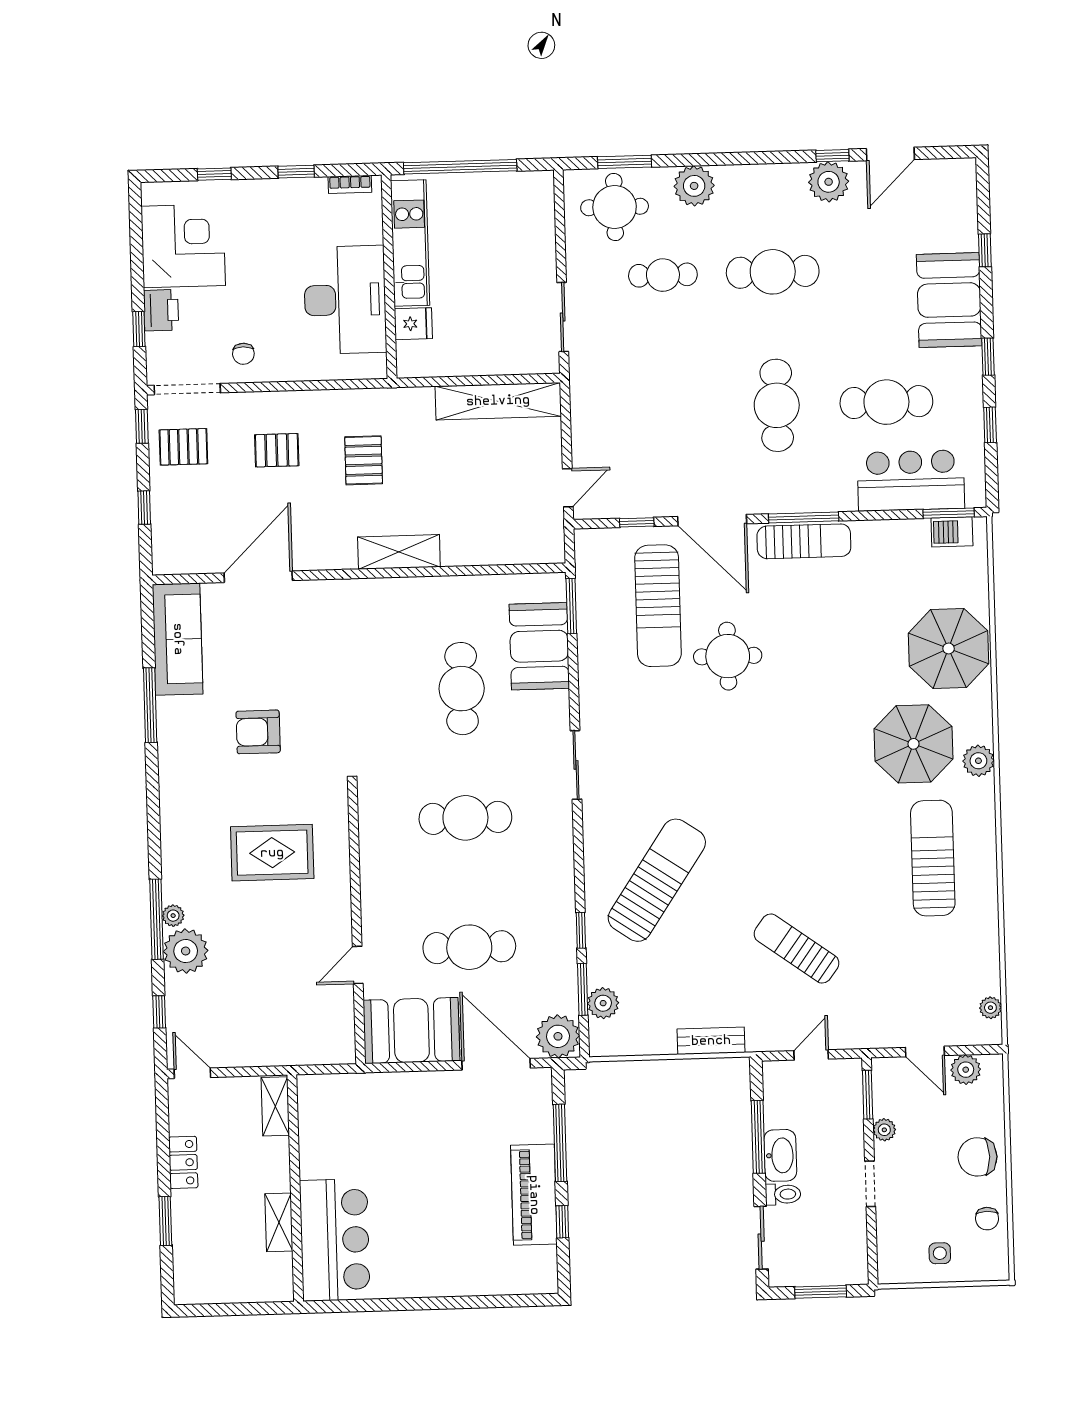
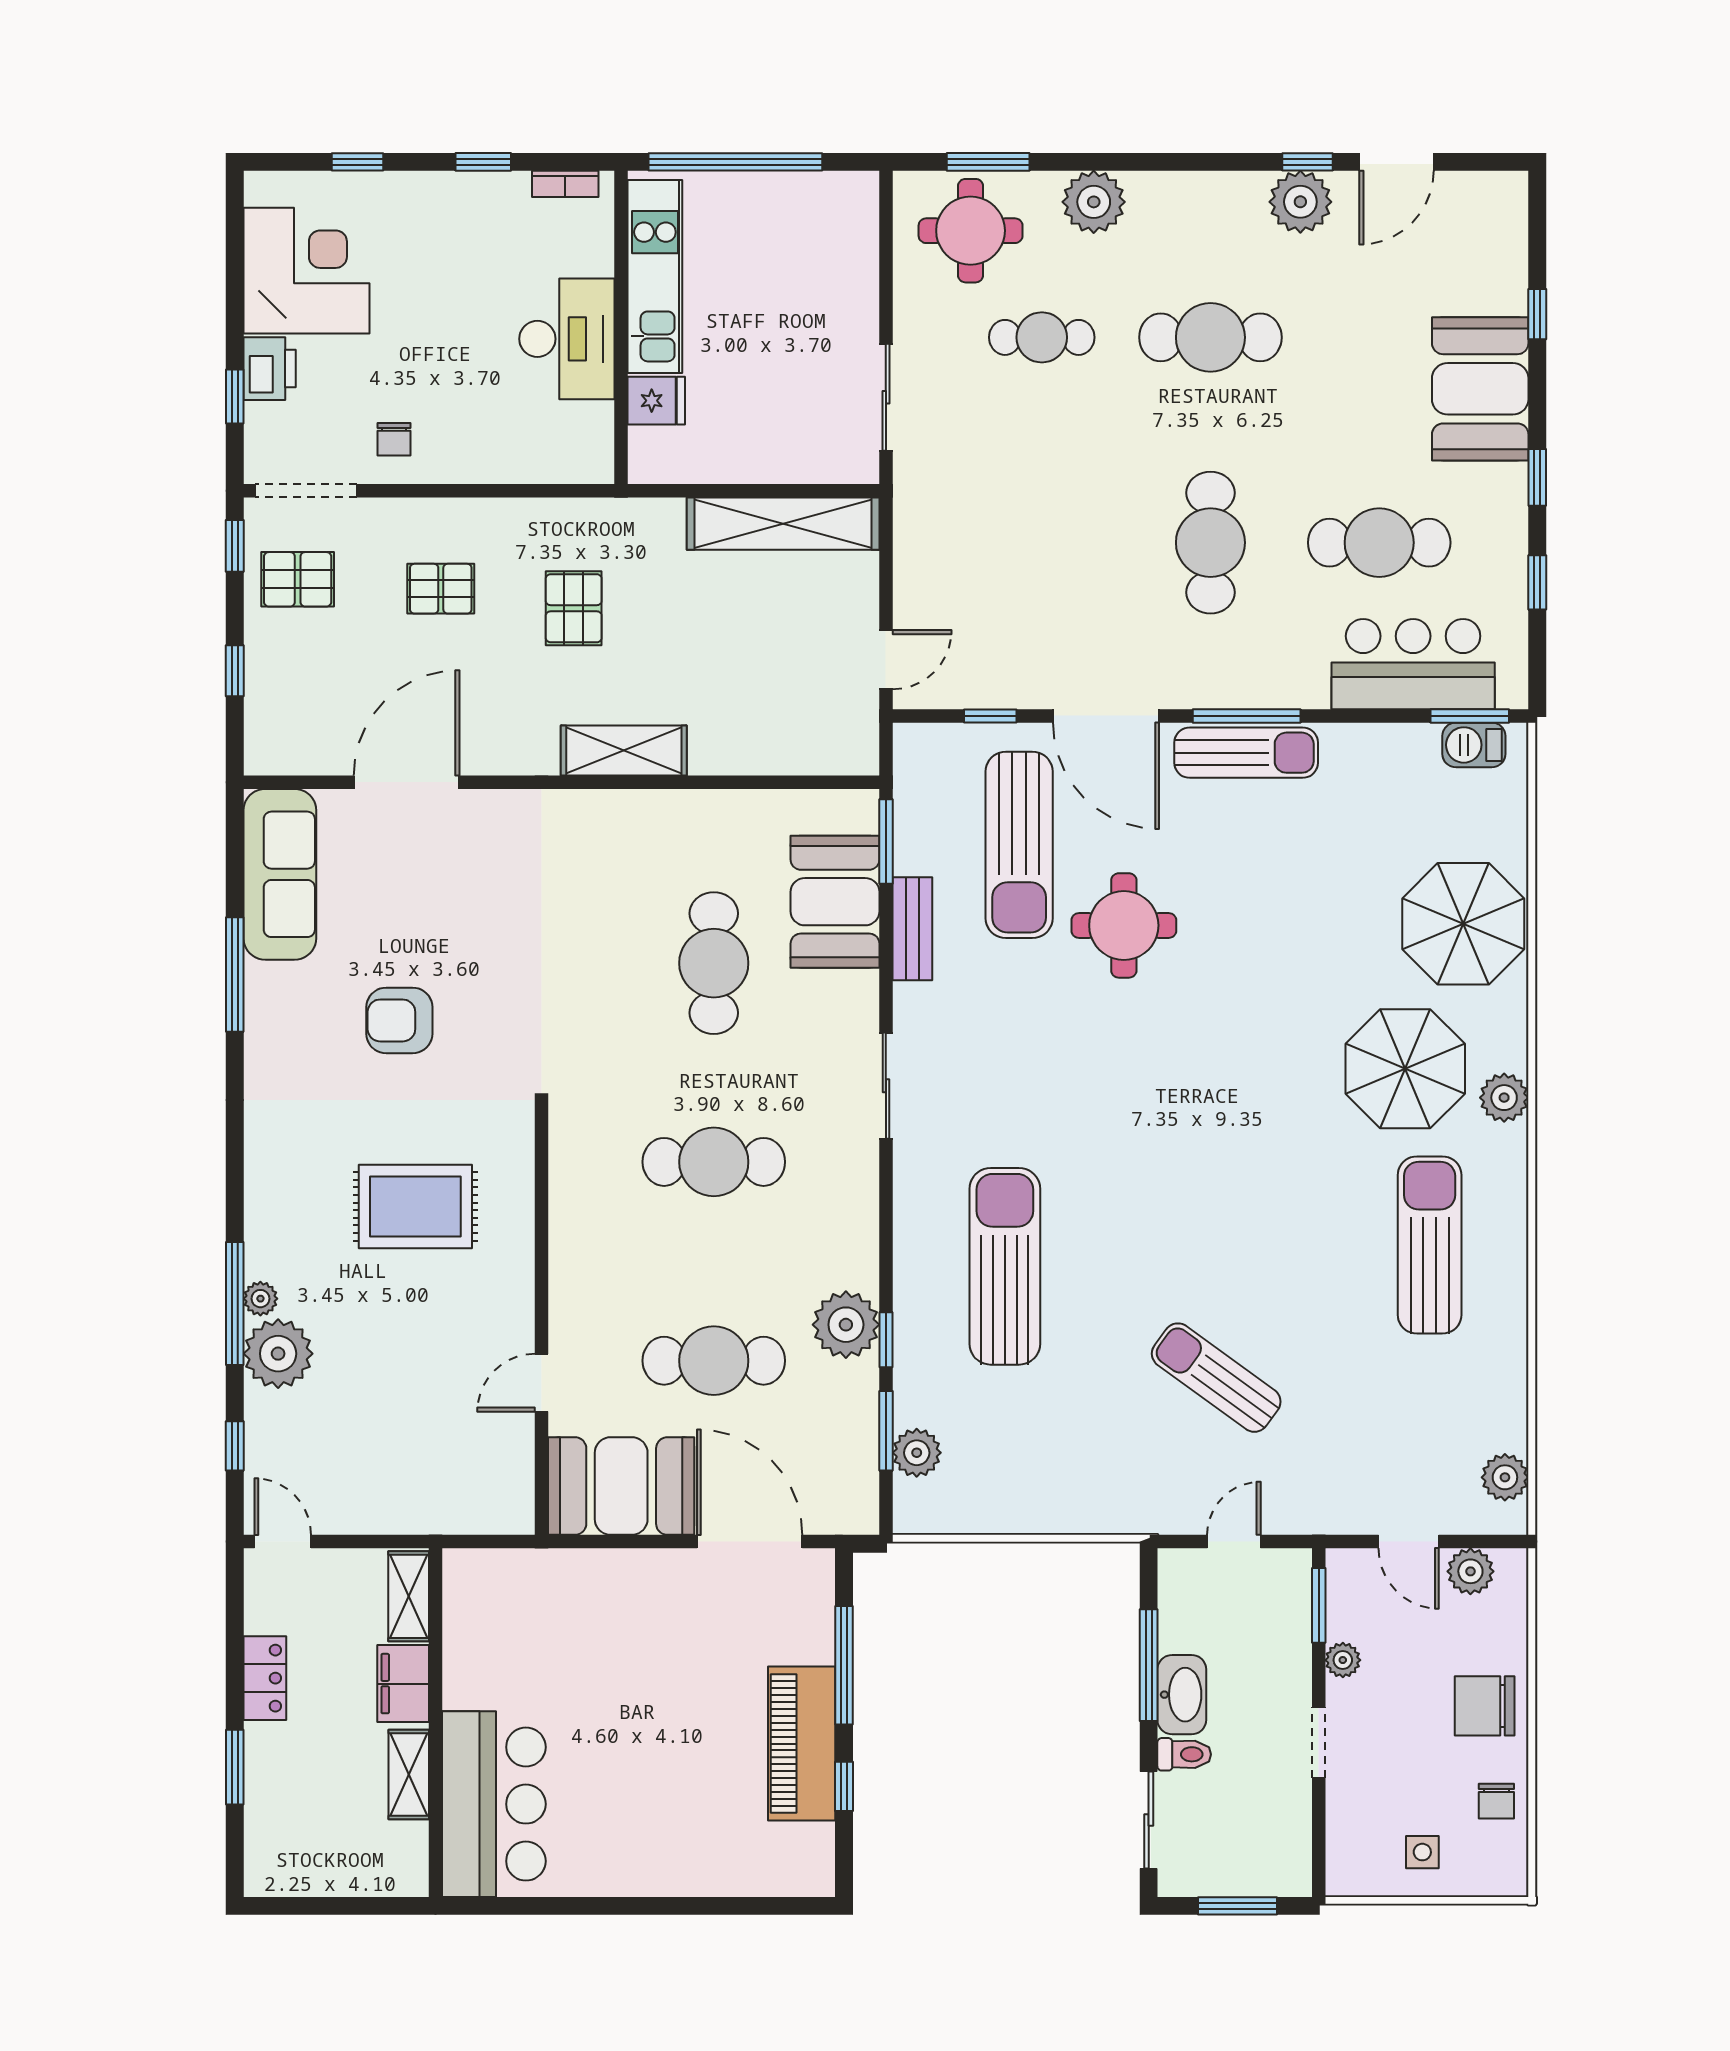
desk: (345, 300) -> (567, 339), width x0.73, depth x0.77
sun lounger: (657, 880) -> (1005, 1266), turned -34
plant: (990, 1008) -> (1505, 1477), width x1.38, depth x1.38
plant: (558, 1036) -> (846, 1325), moved
bench: (711, 1041) -> (912, 929), moved, turned 90
filing cabinet: (273, 1163) -> (403, 1684), added

